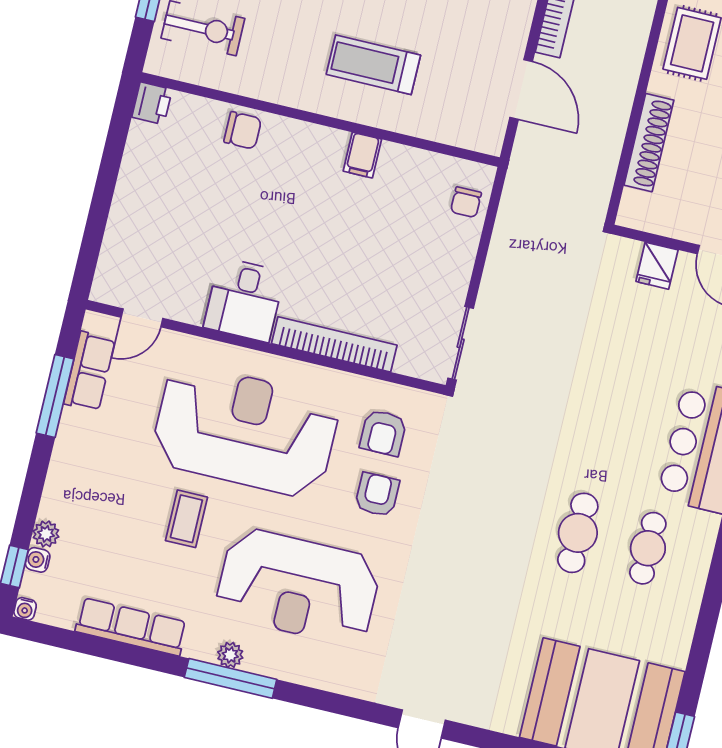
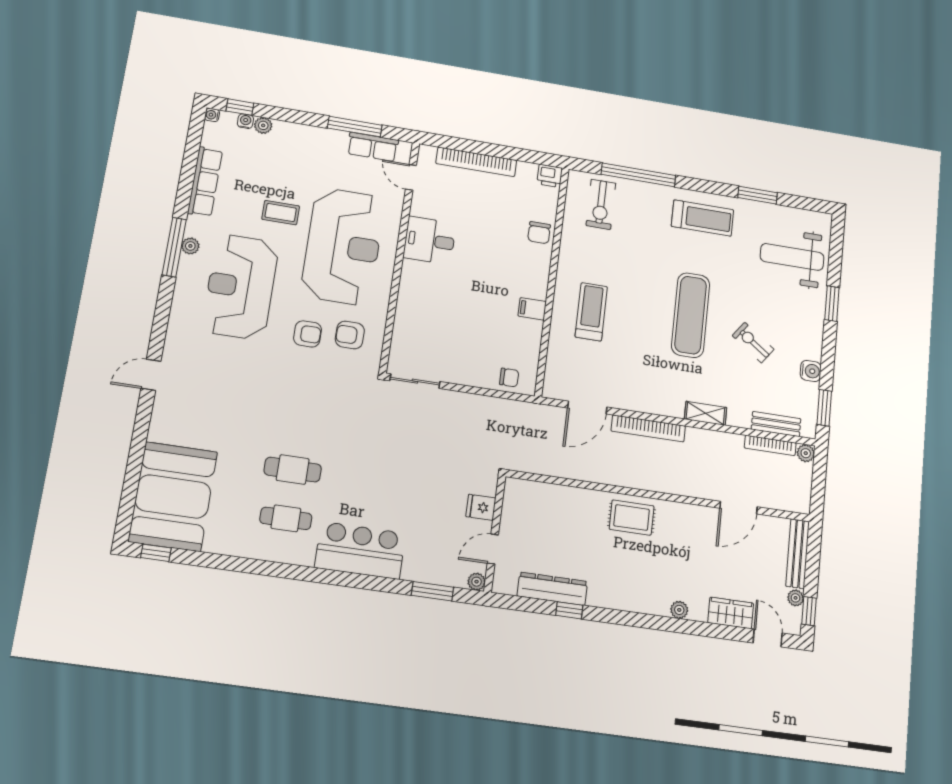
shoe rack: (649, 143) -> (563, 495), removed
chair: (466, 202) -> (509, 378), turned 180
bookcase: (334, 344) -> (476, 162), moved, turned 90

